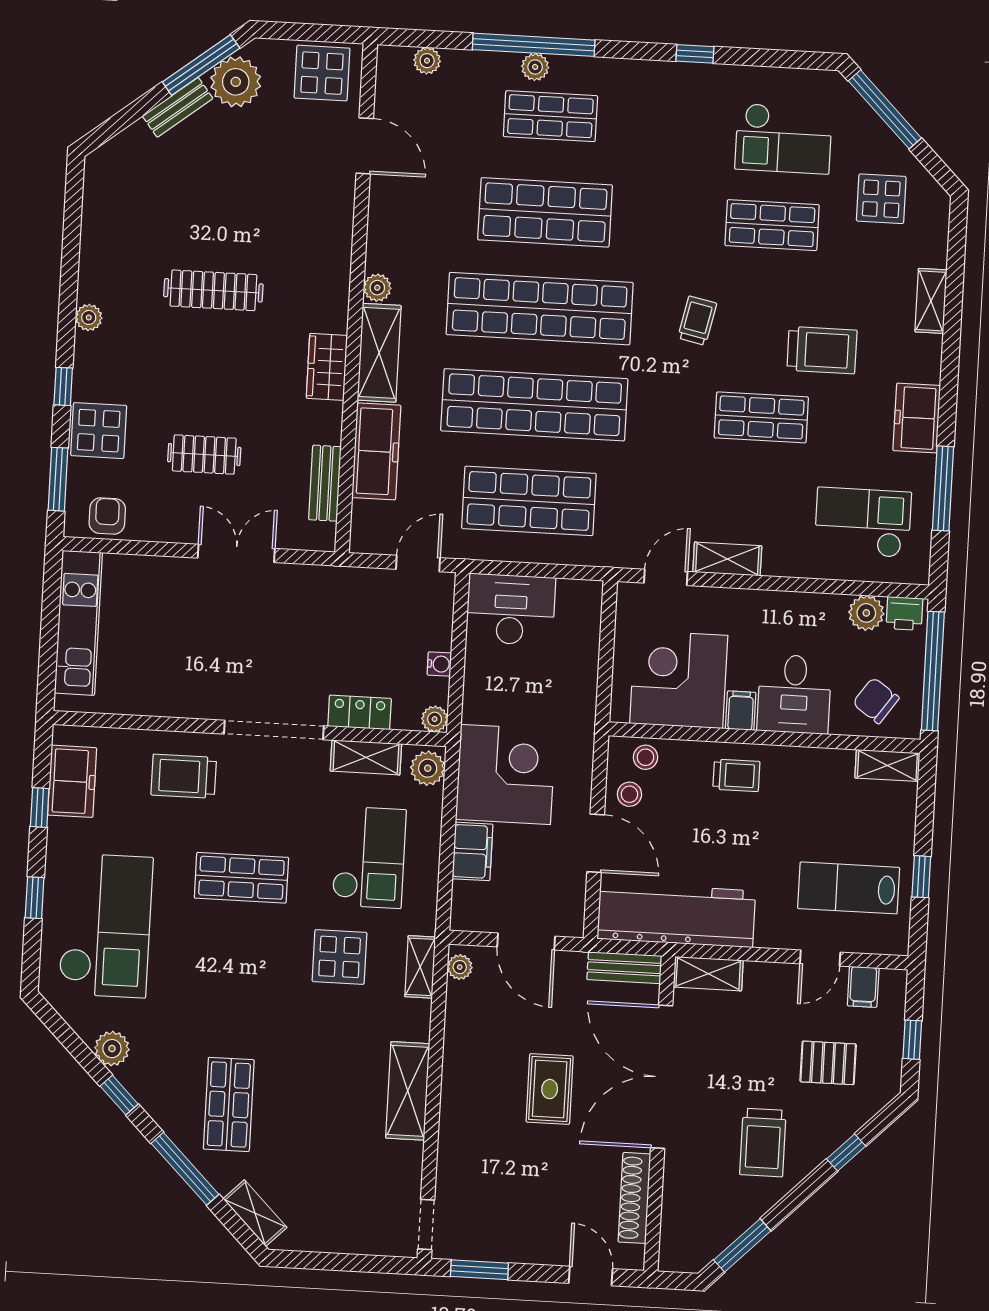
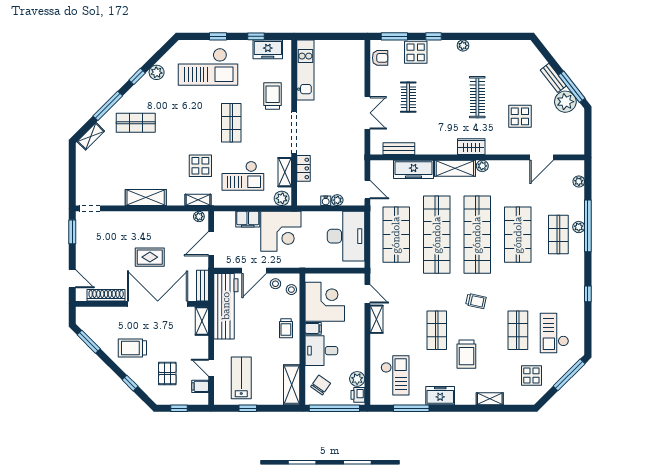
display table: (322, 73) -> (520, 116), moved
wardrobe: (327, 367) -> (471, 147), moved
desk: (511, 609) -> (346, 236), width x1.36, depth x1.30
kitchen unit: (78, 623) -> (305, 70), moved, turned -90
plant: (435, 719) -> (337, 200), moved
shelving: (887, 765) -> (292, 385), width x1.50, depth x1.33
door: (591, 1276) -> (72, 279), hinge flipped

